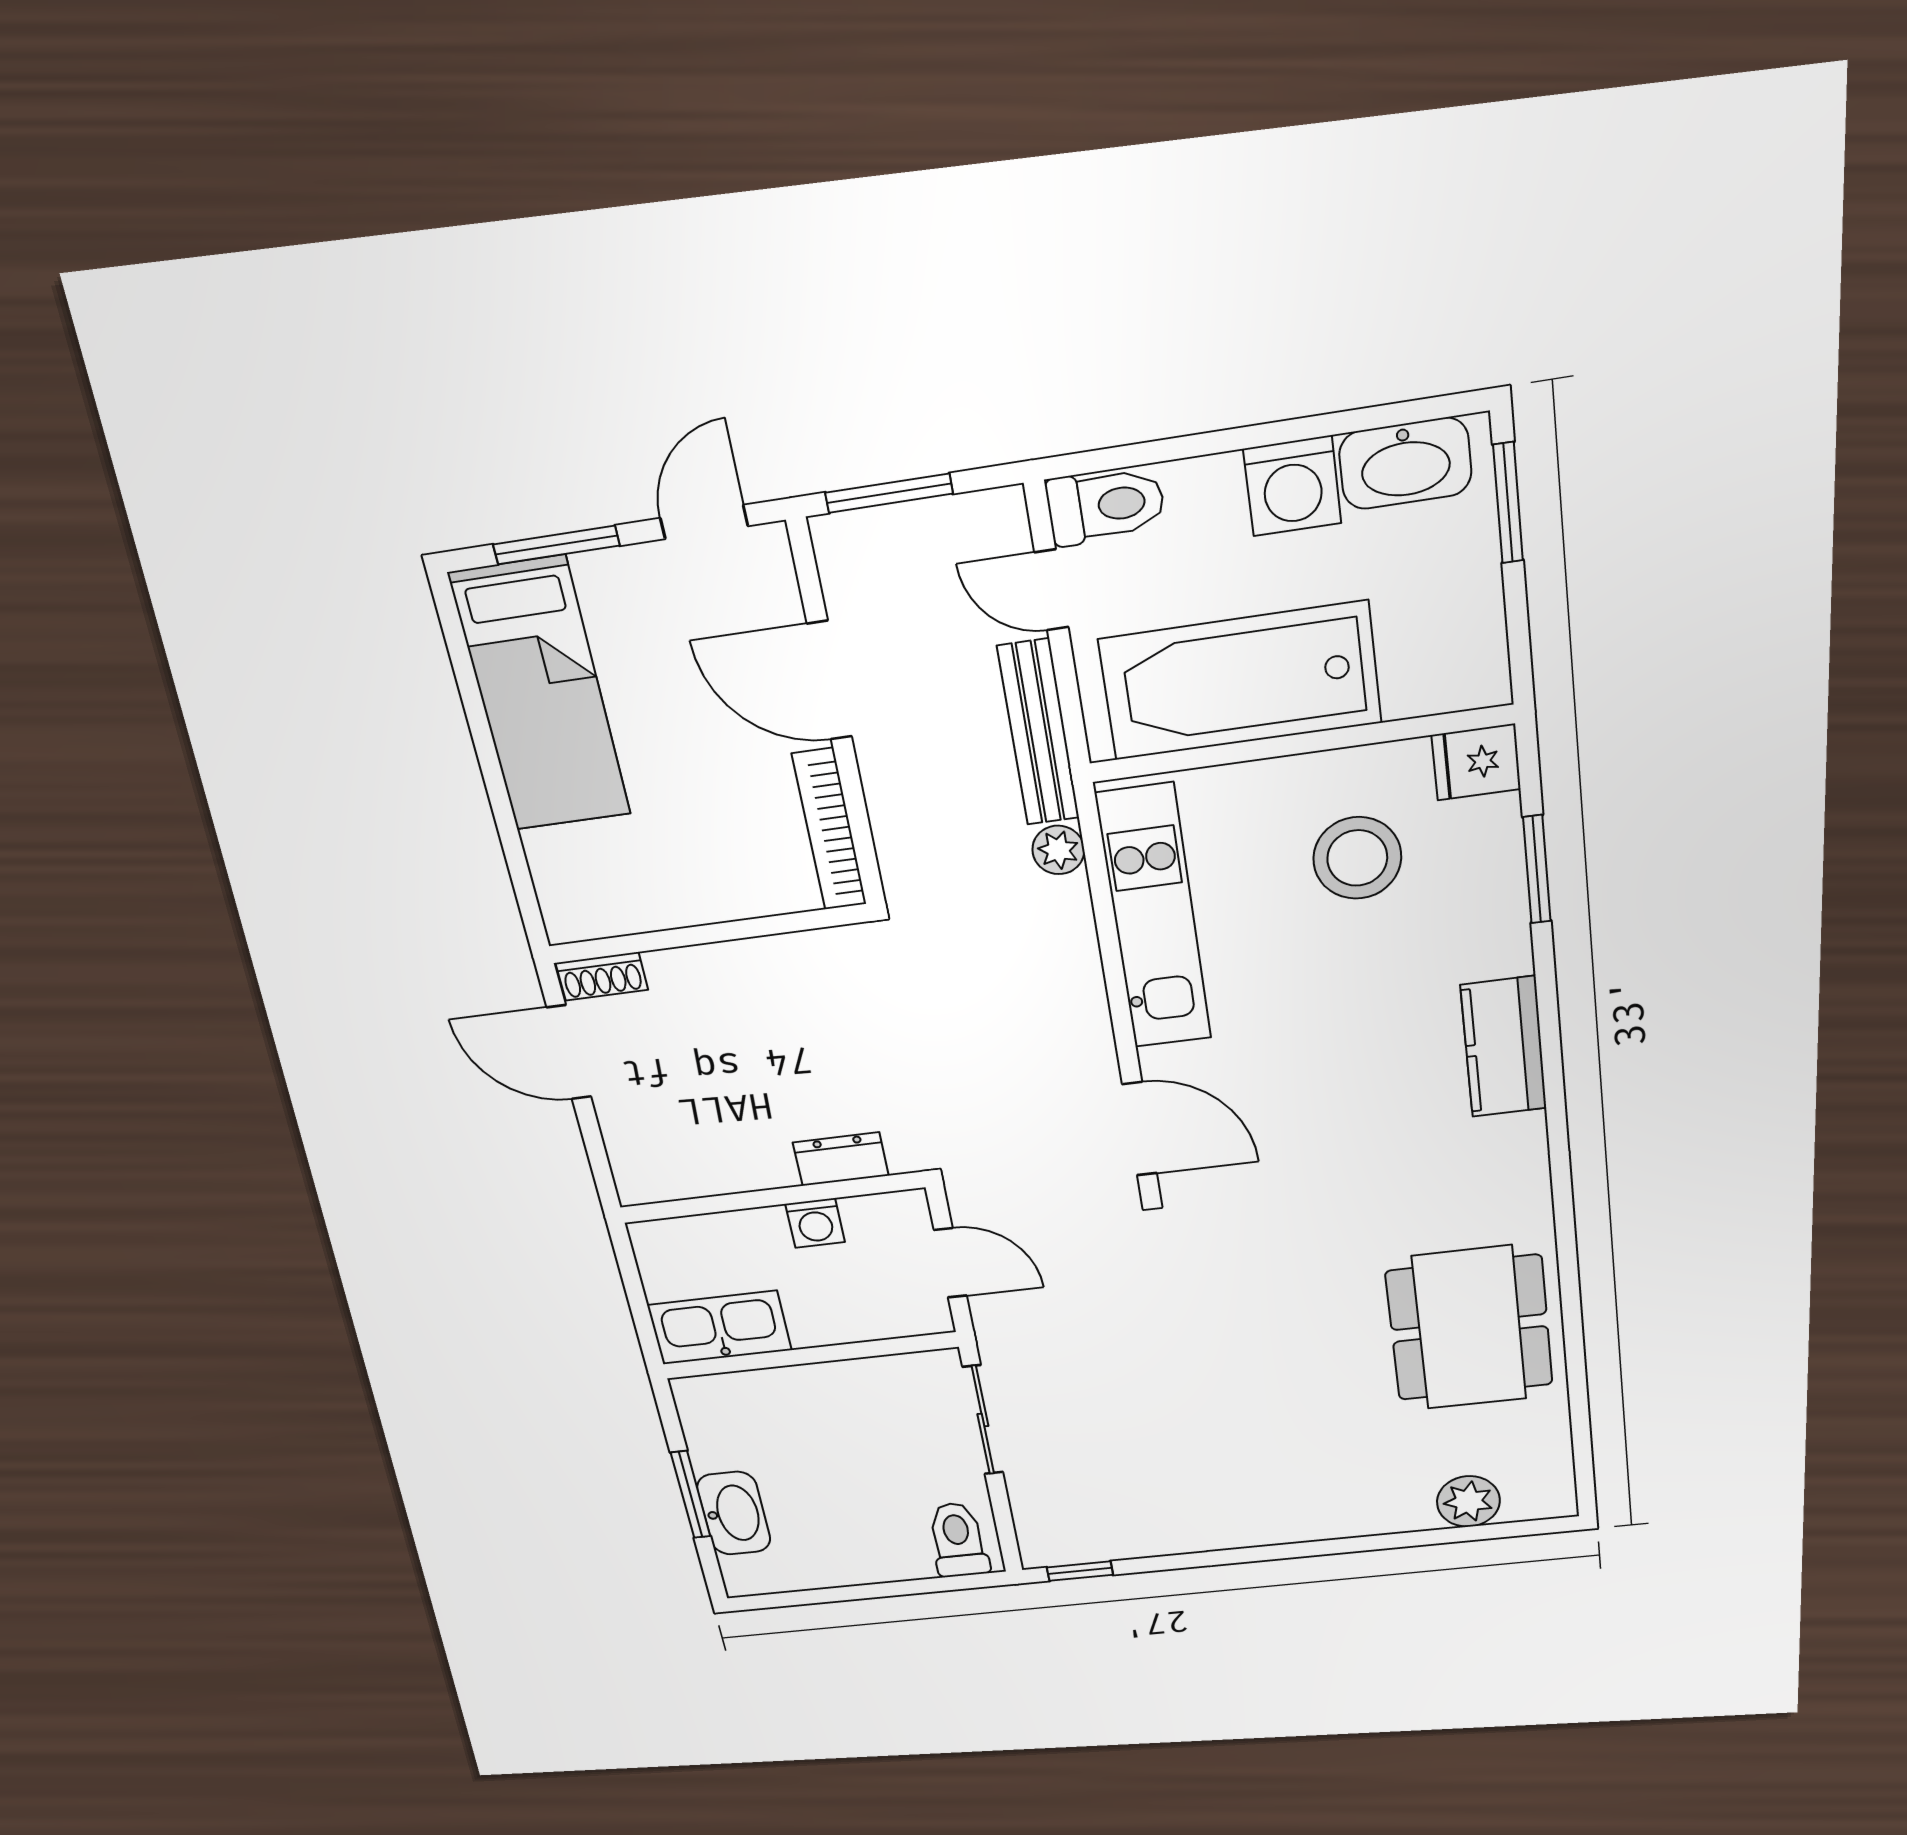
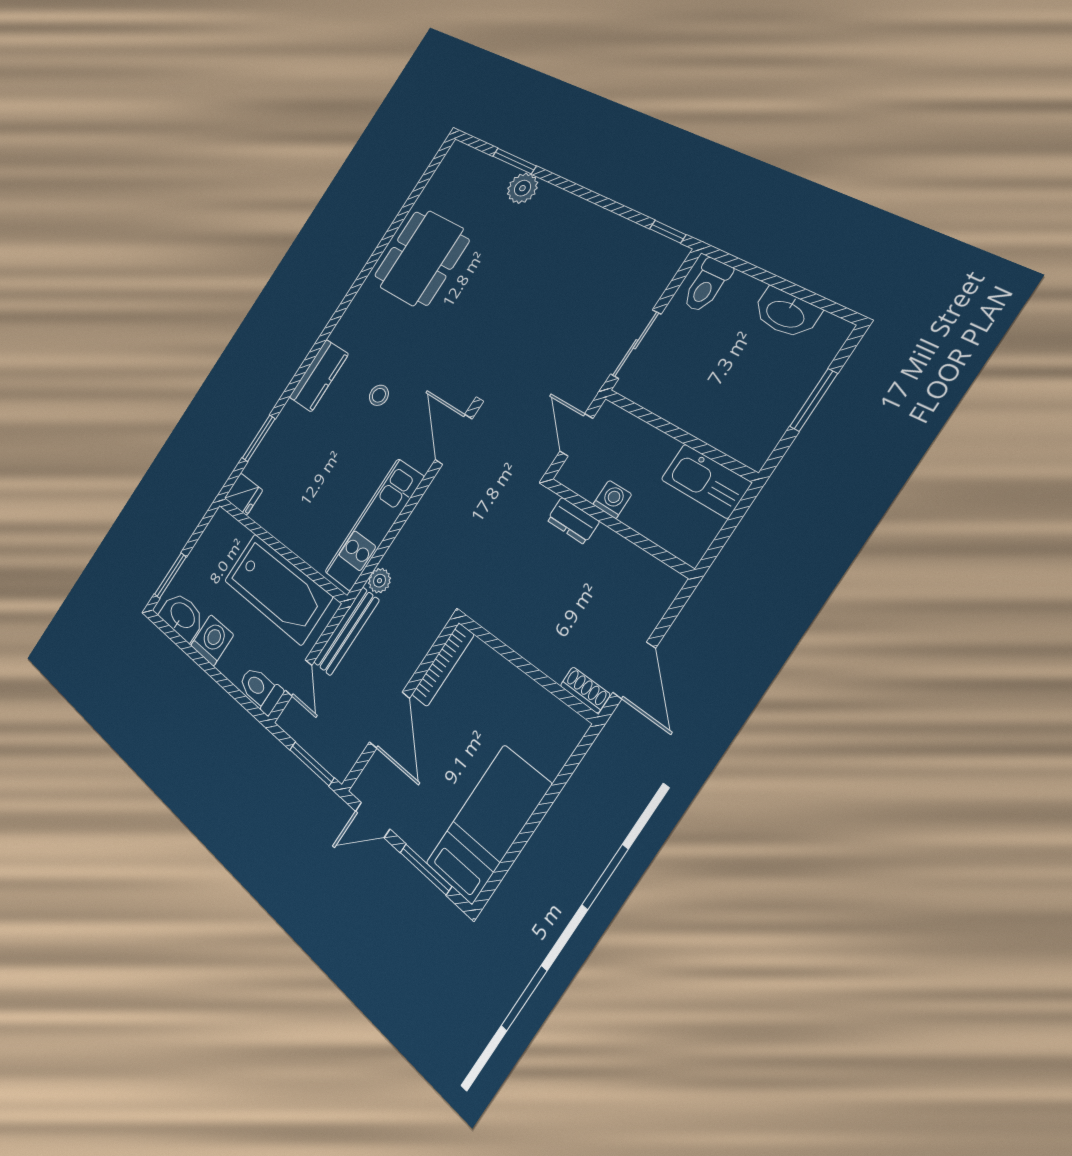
stool: (1357, 858) -> (379, 395), moved, width x0.53, depth x0.53
plant: (1468, 1501) -> (522, 188), moved
washbasin: (734, 1513) -> (786, 313), moved, turned -90
window: (1429, 1537) -> (514, 161), added

